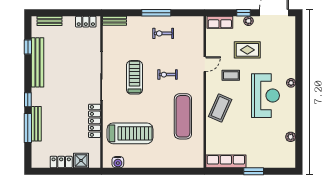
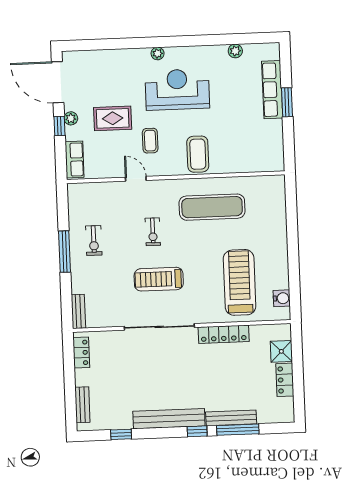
rug: (247, 50) -> (113, 118), turned 90
bench: (38, 62) -> (169, 419), moved
coffee table: (220, 108) -> (198, 154), turned 66
row of seats: (226, 161) -> (272, 90), moved

